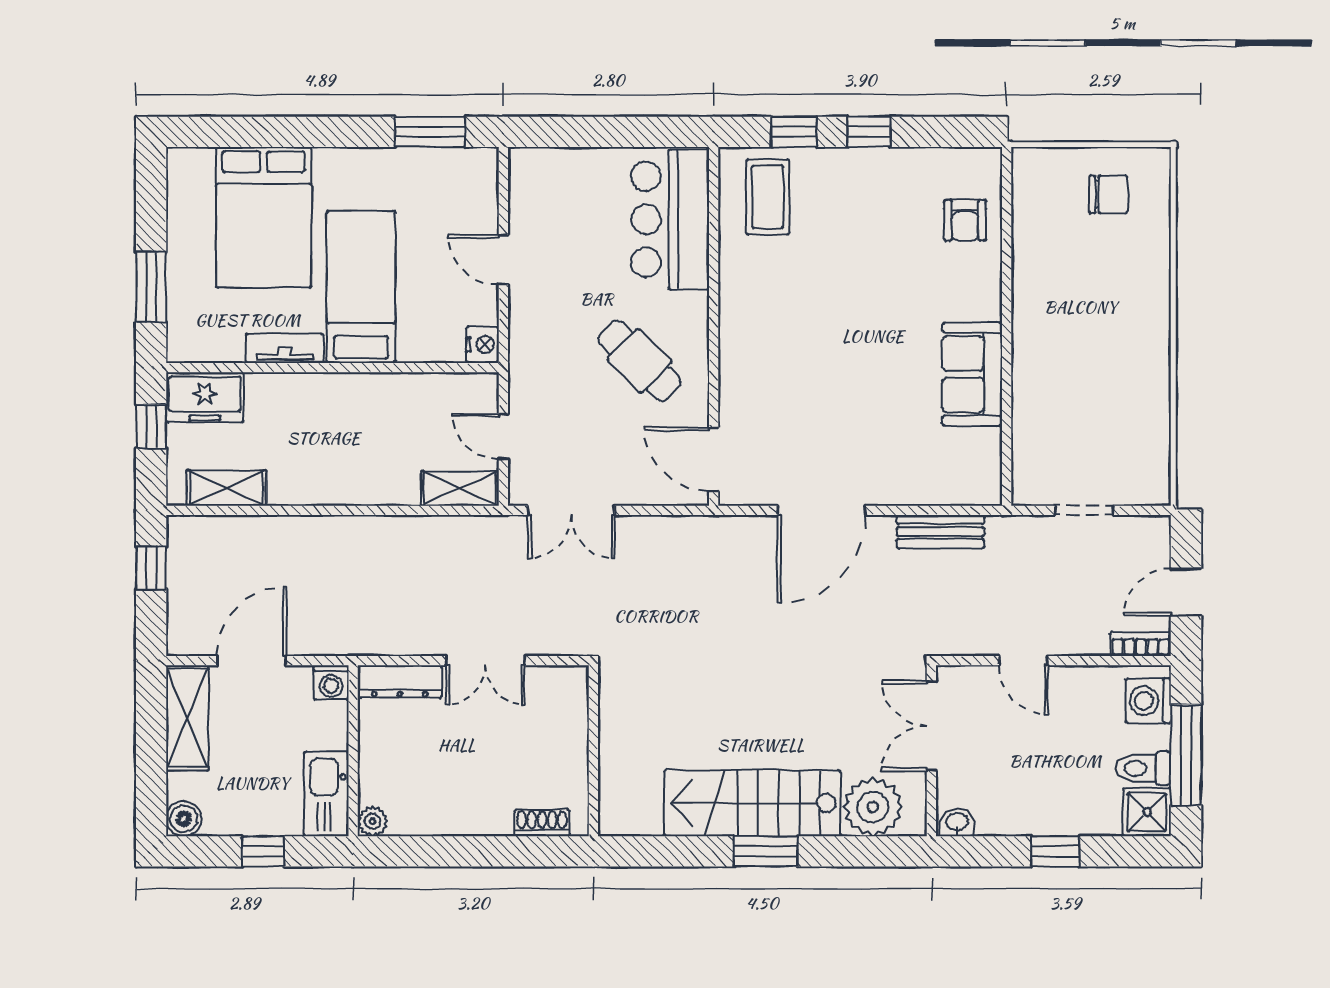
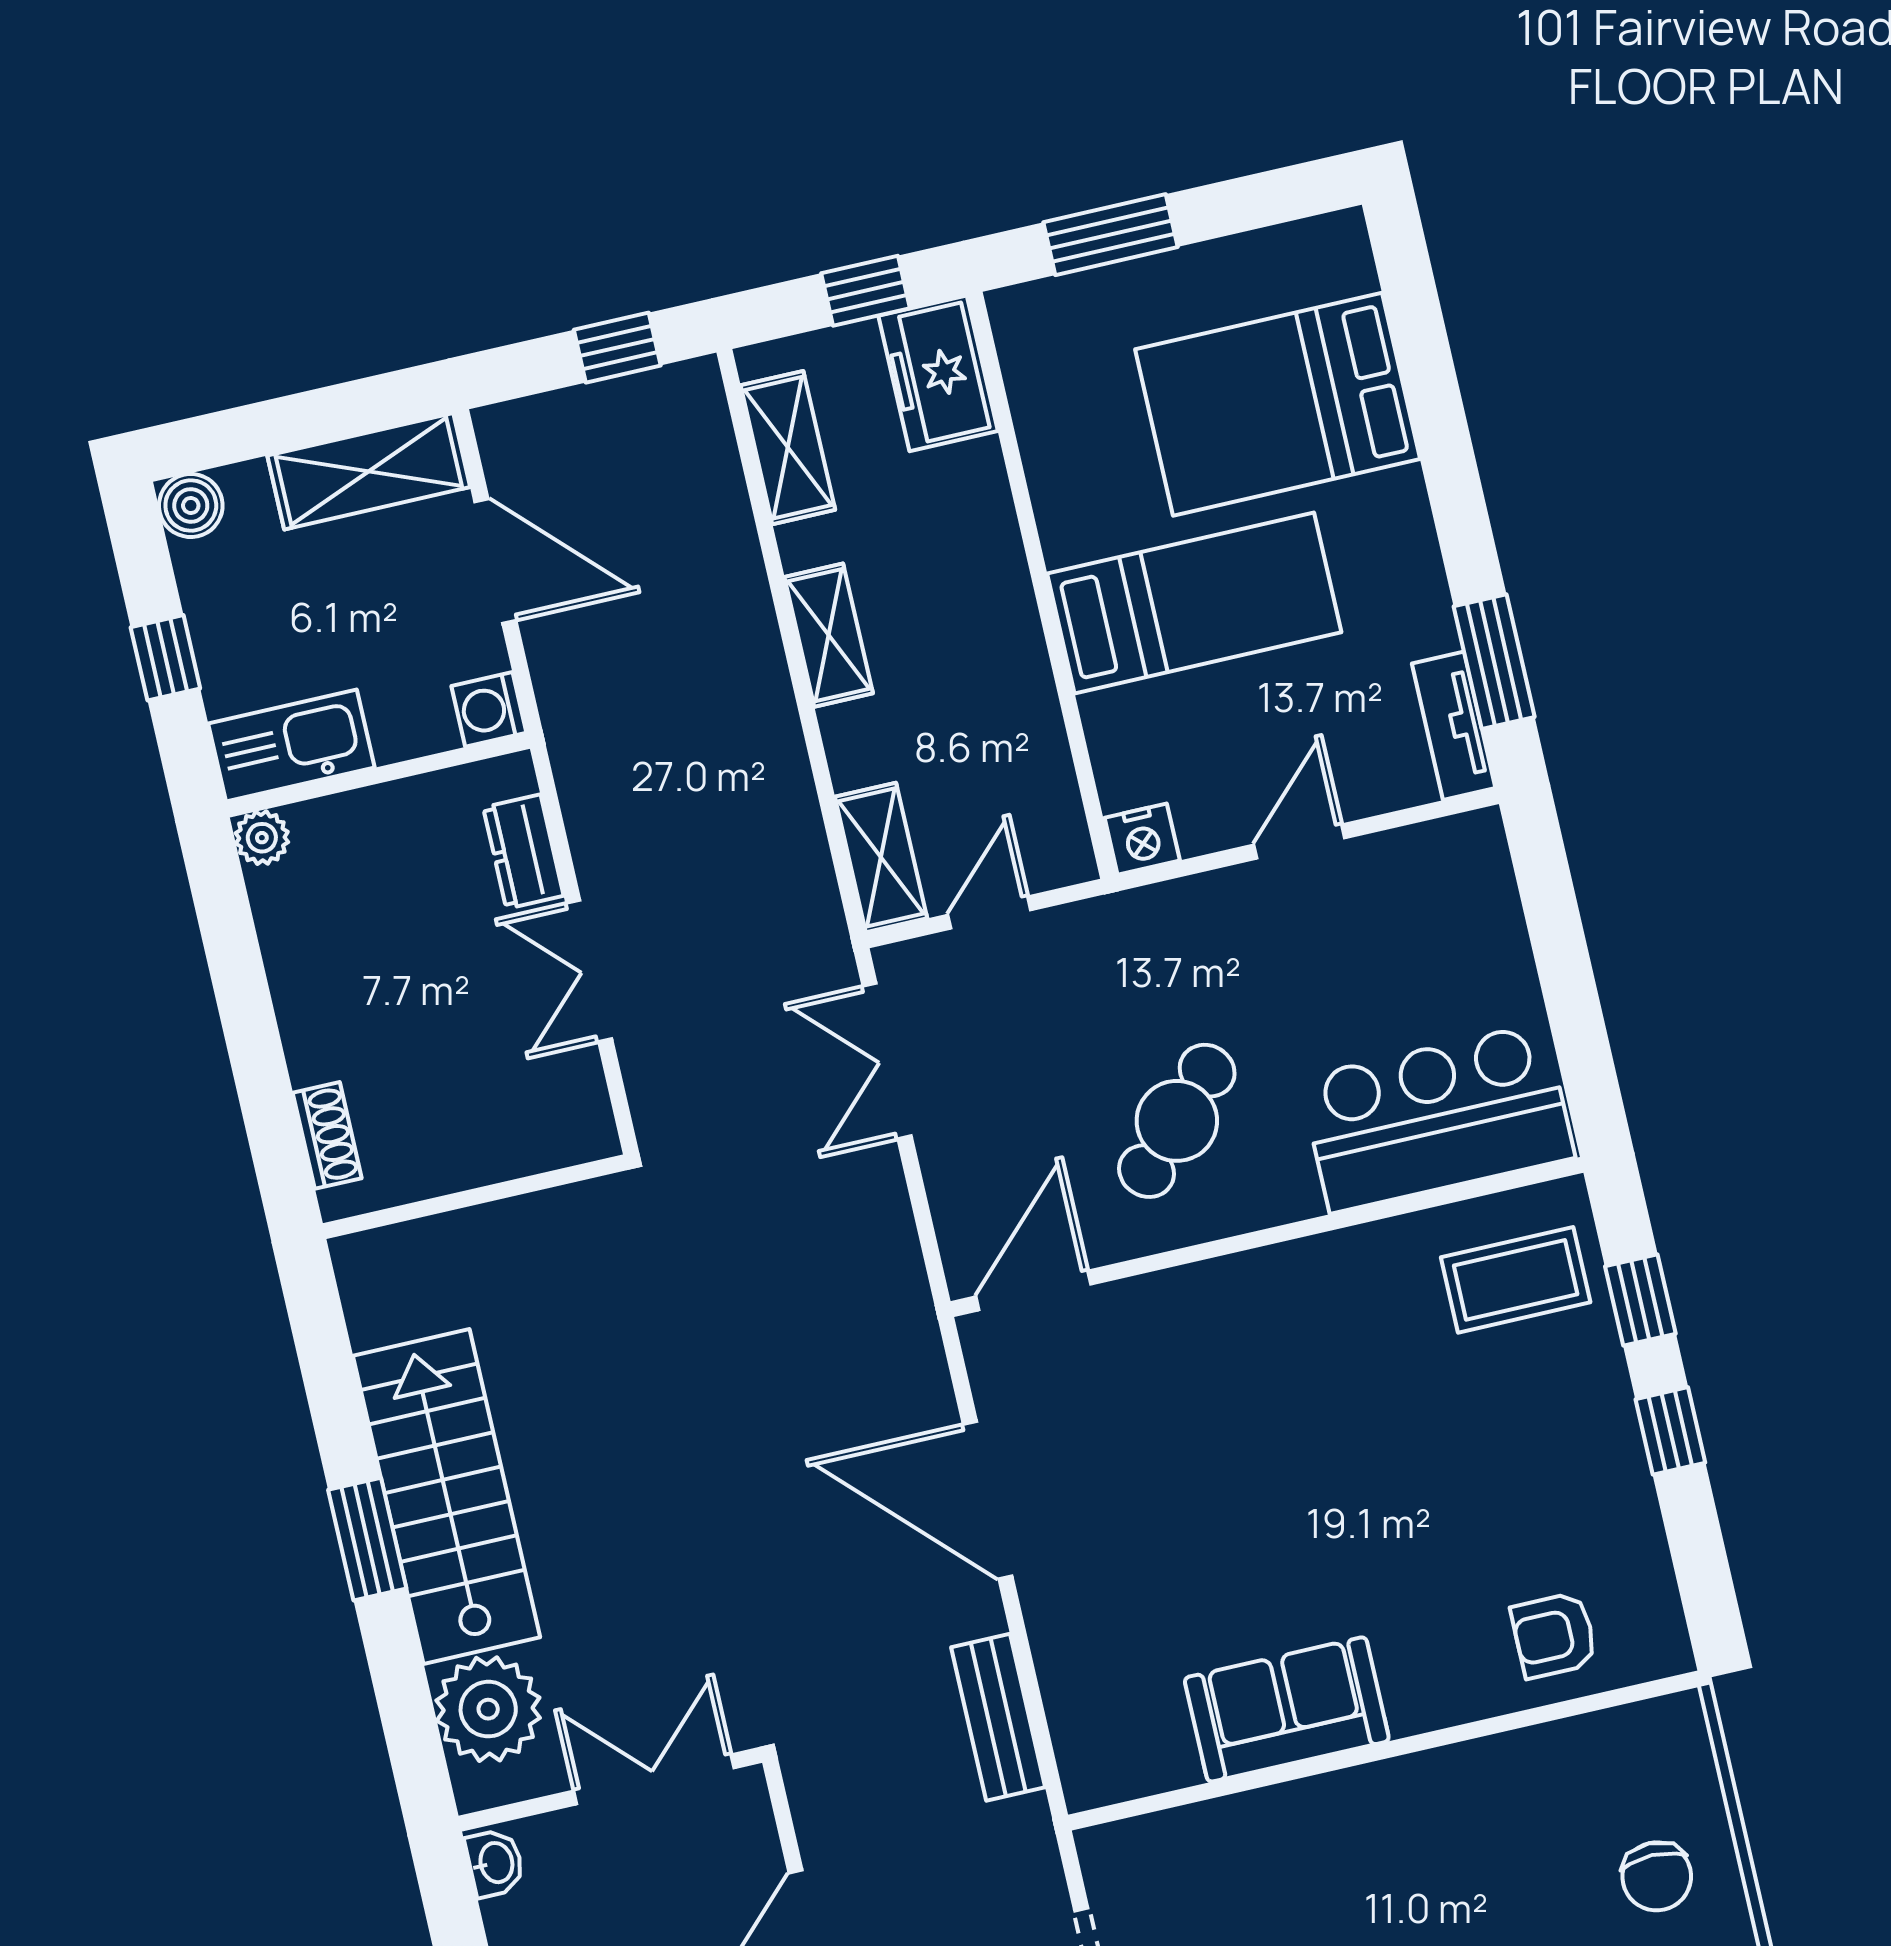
tv unit: (285, 348) -> (1454, 726), moved, turned 180
shelving: (333, 489) -> (829, 635), added
dresser: (400, 681) -> (523, 852), width x0.70

